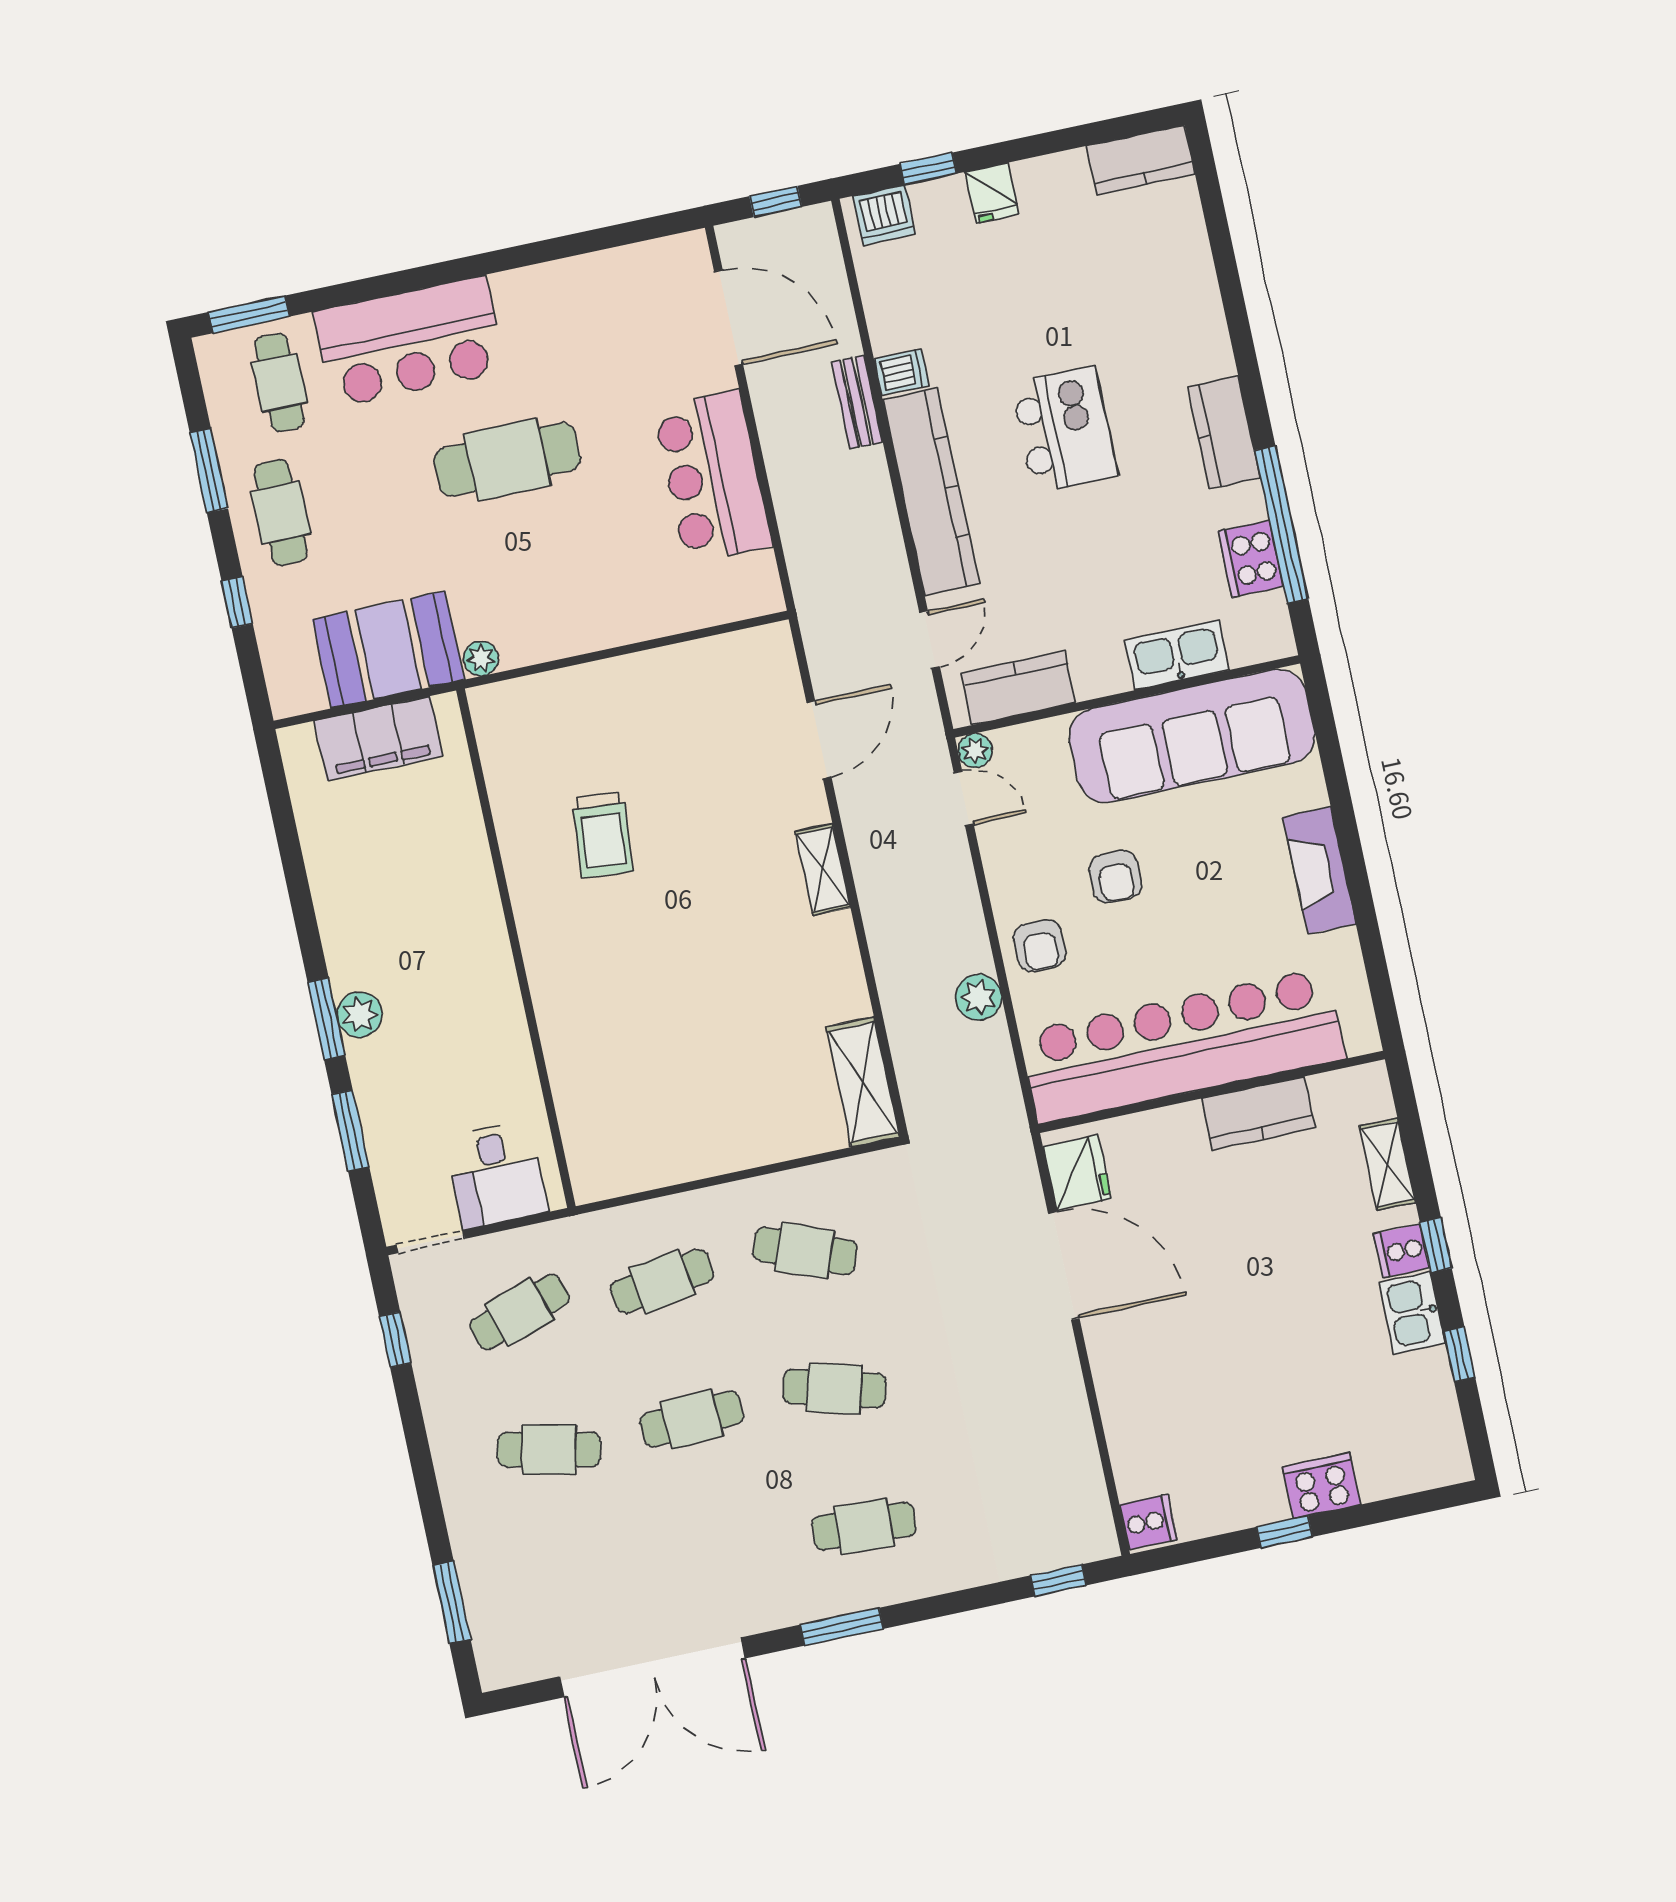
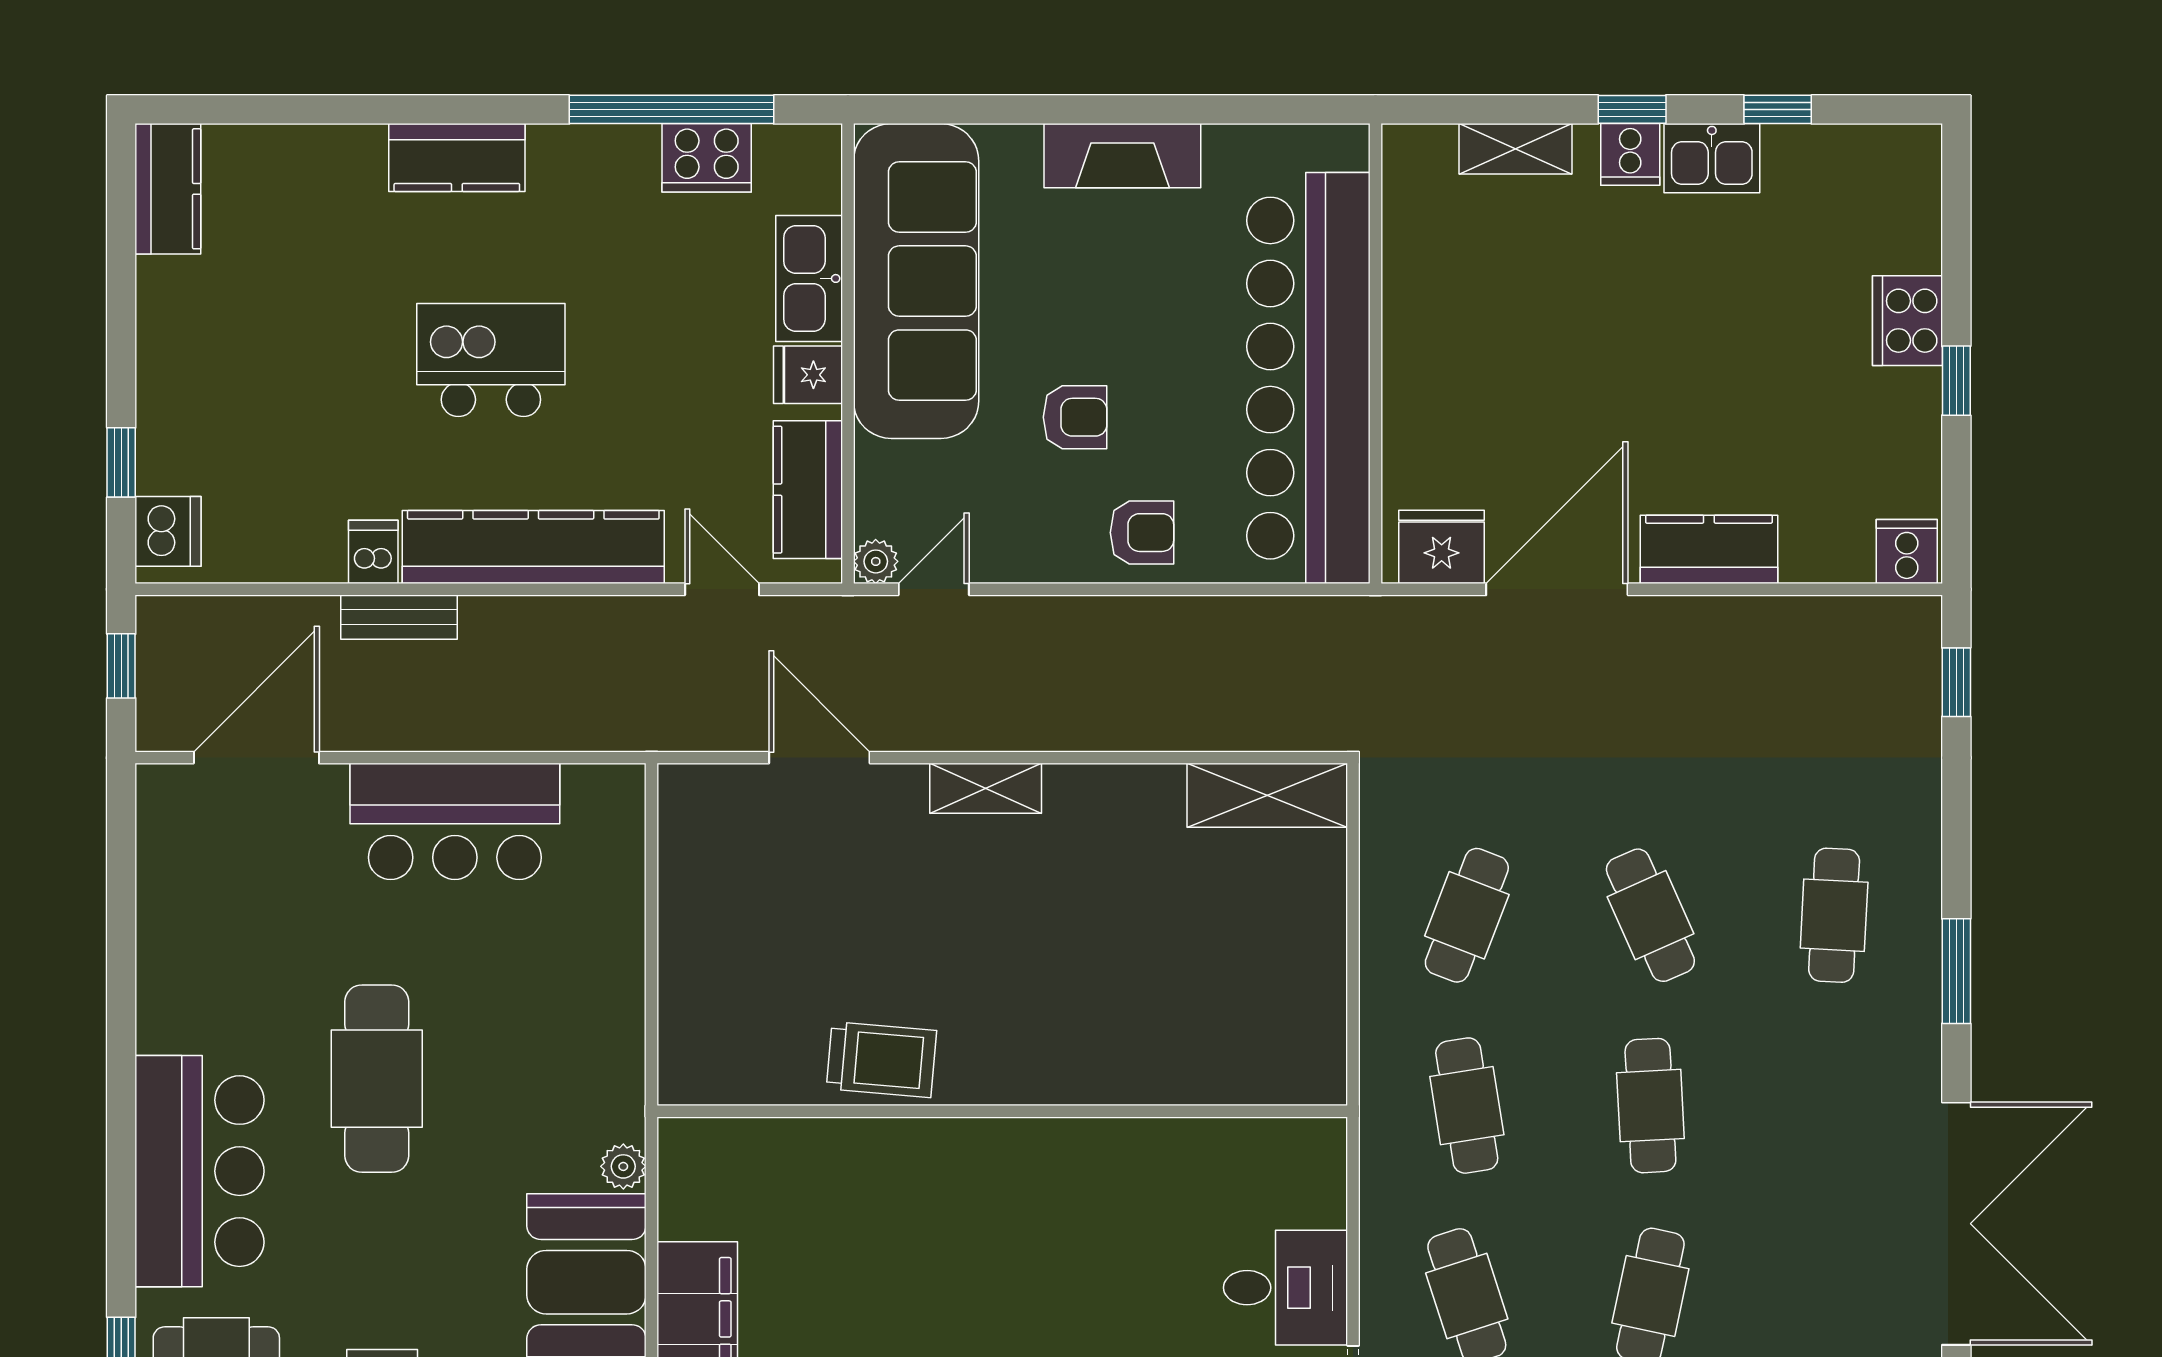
fridge: (992, 193) -> (808, 375), moved, turned 180
kitchen counter: (1224, 432) -> (457, 158), moved
wall: (516, 948) -> (1002, 1111), moved
plant: (979, 997) -> (1191, 625), removed
kitchen counter: (1258, 1113) -> (1709, 549), moved, turned -90
cafe table: (834, 1388) -> (1650, 915), turned -39

